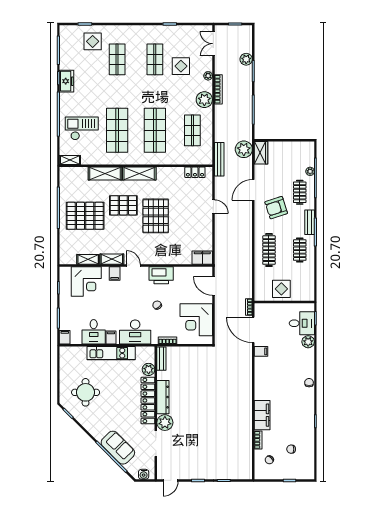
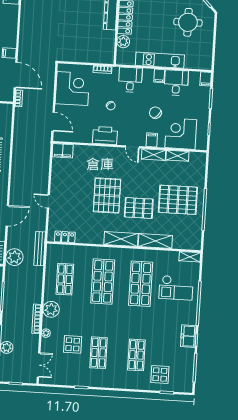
chair: (113, 301) -> (155, 113), added
desk: (135, 332) -> (130, 80), width x0.73
bench: (161, 359) -> (110, 52), removed

